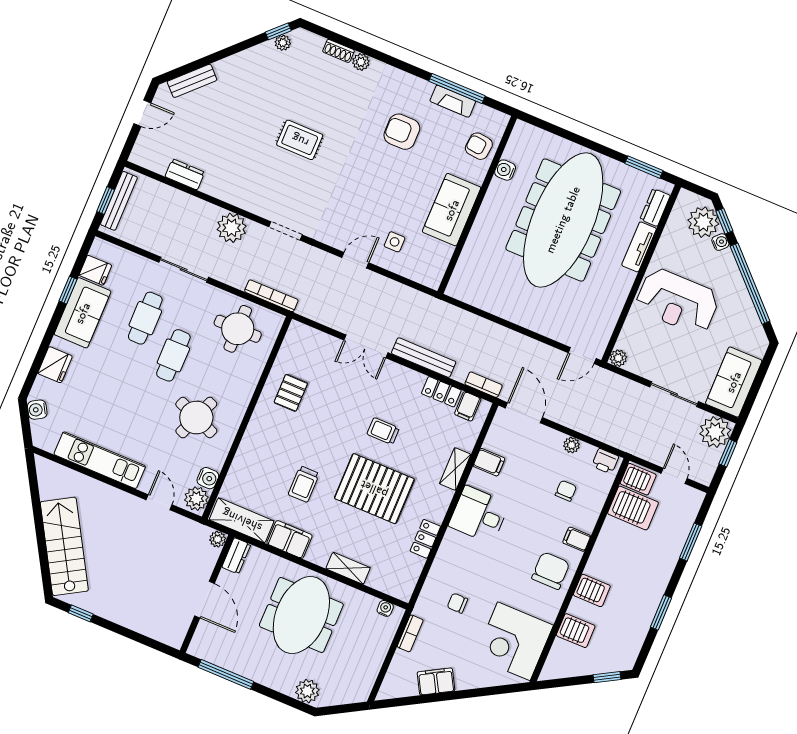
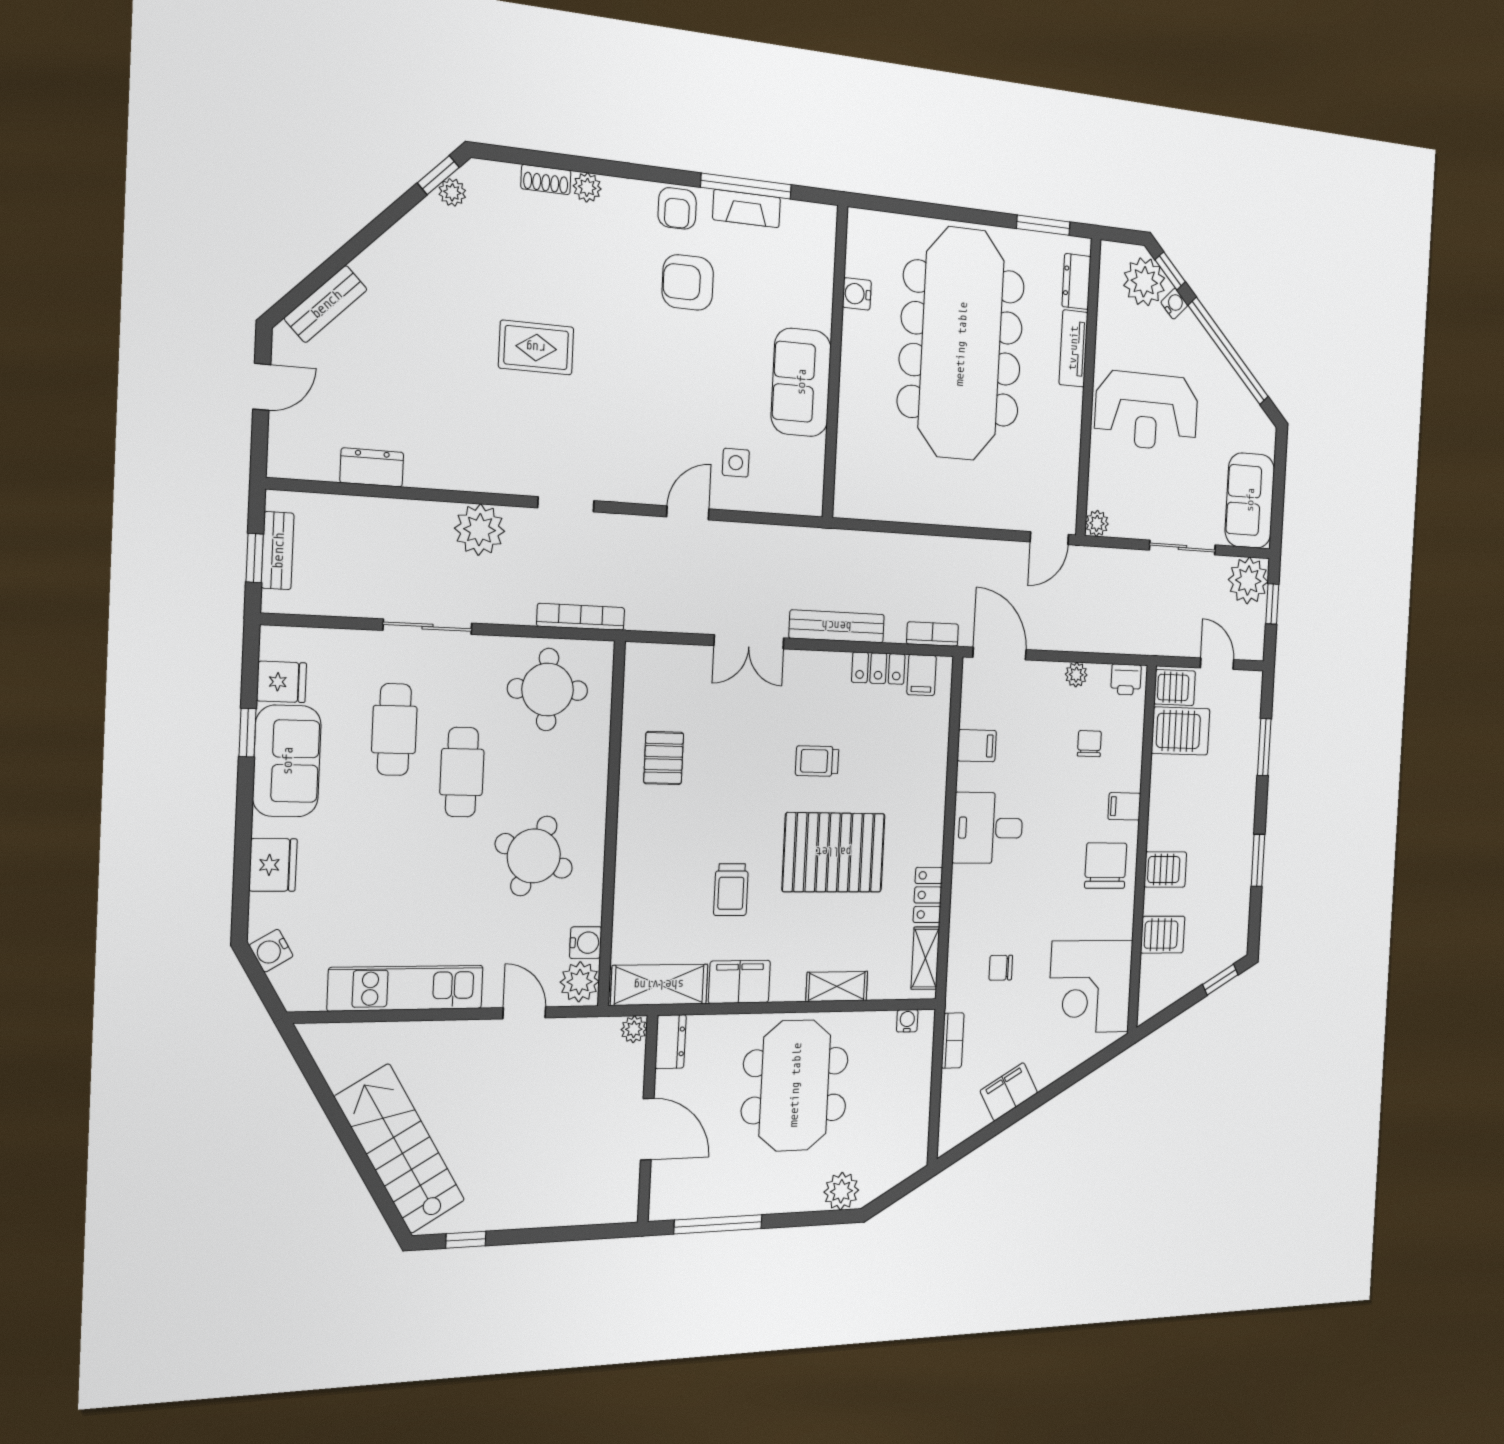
armchair: (479, 146) -> (677, 208), moved, turned -96
bench: (119, 201) -> (278, 551), width x0.73
shelving: (455, 469) -> (925, 958), moved

